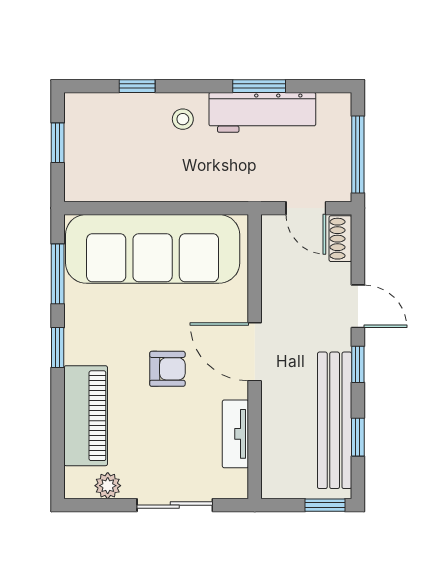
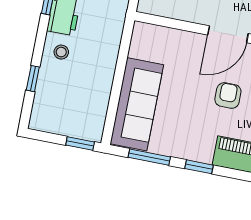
window: (58, 143) -> (80, 144), moved
sofa: (153, 249) -> (137, 104), width x0.74, depth x0.79

